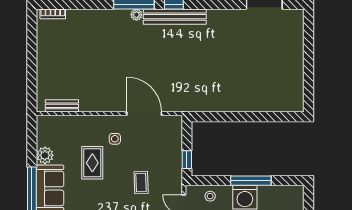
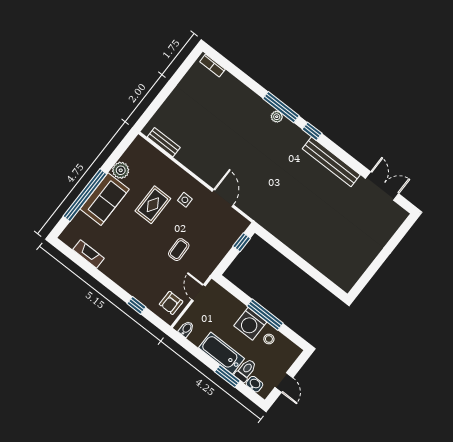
bench: (175, 17) -> (331, 162), moved
door: (144, 114) -> (223, 198), width x0.73
window: (187, 160) -> (242, 242), moved
stool: (210, 196) -> (269, 339), moved

